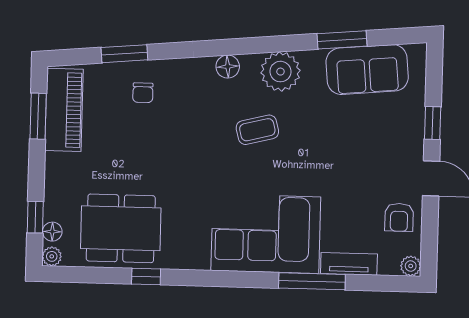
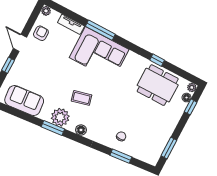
window: (342, 40) -> (53, 128), moved
piano: (64, 110) -> (157, 145), removed
window: (312, 281) -> (100, 30), moved

